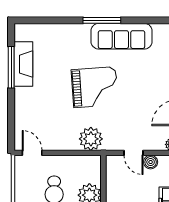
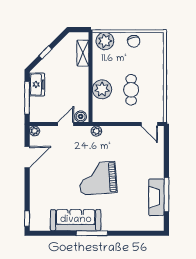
plant: (91, 139) -> (96, 131), width x0.53, depth x0.53
door: (134, 153) -> (66, 124), hinge flipped
boiler: (151, 162) -> (81, 116), moved

